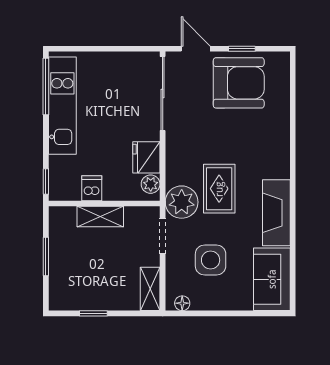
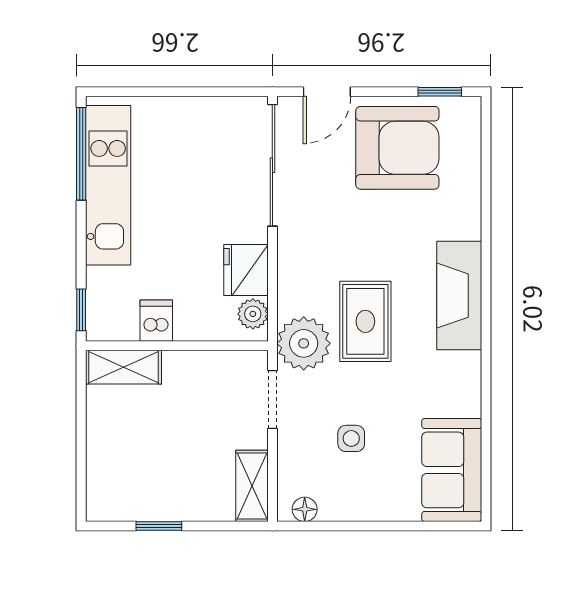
door: (196, 49) -> (327, 92), swing flipped
window: (242, 49) -> (440, 92), moved
fireplace: (276, 213) -> (459, 296), moved
shelving: (100, 217) -> (123, 367), moved
window: (46, 256) -> (81, 433), removed
side table: (211, 260) -> (351, 438), width x0.54, depth x0.54

